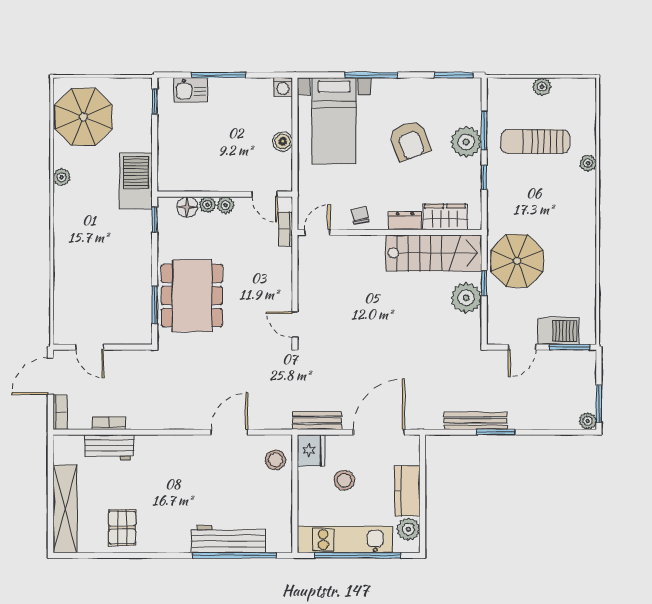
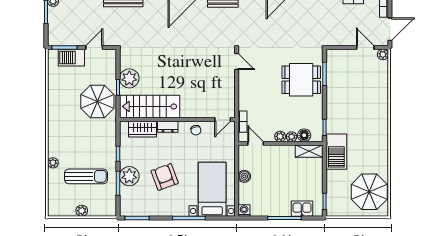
plant: (62, 177) -> (383, 54), moved
shelving: (179, 182) -> (309, 151), added
dining table: (192, 296) -> (301, 80), width x0.73

